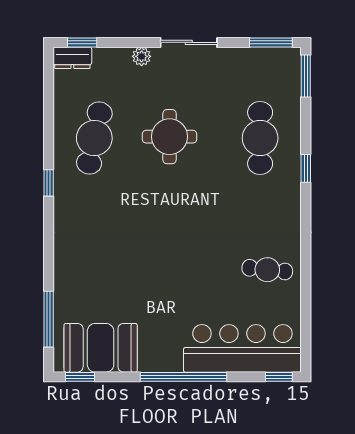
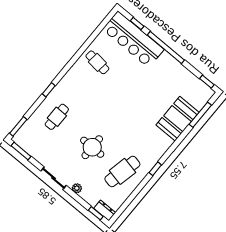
cafe table: (260, 138) -> (57, 117), width x0.73, depth x0.74
booth: (101, 348) -> (178, 119), moved, turned 90
window: (279, 377) -> (137, 24), moved

